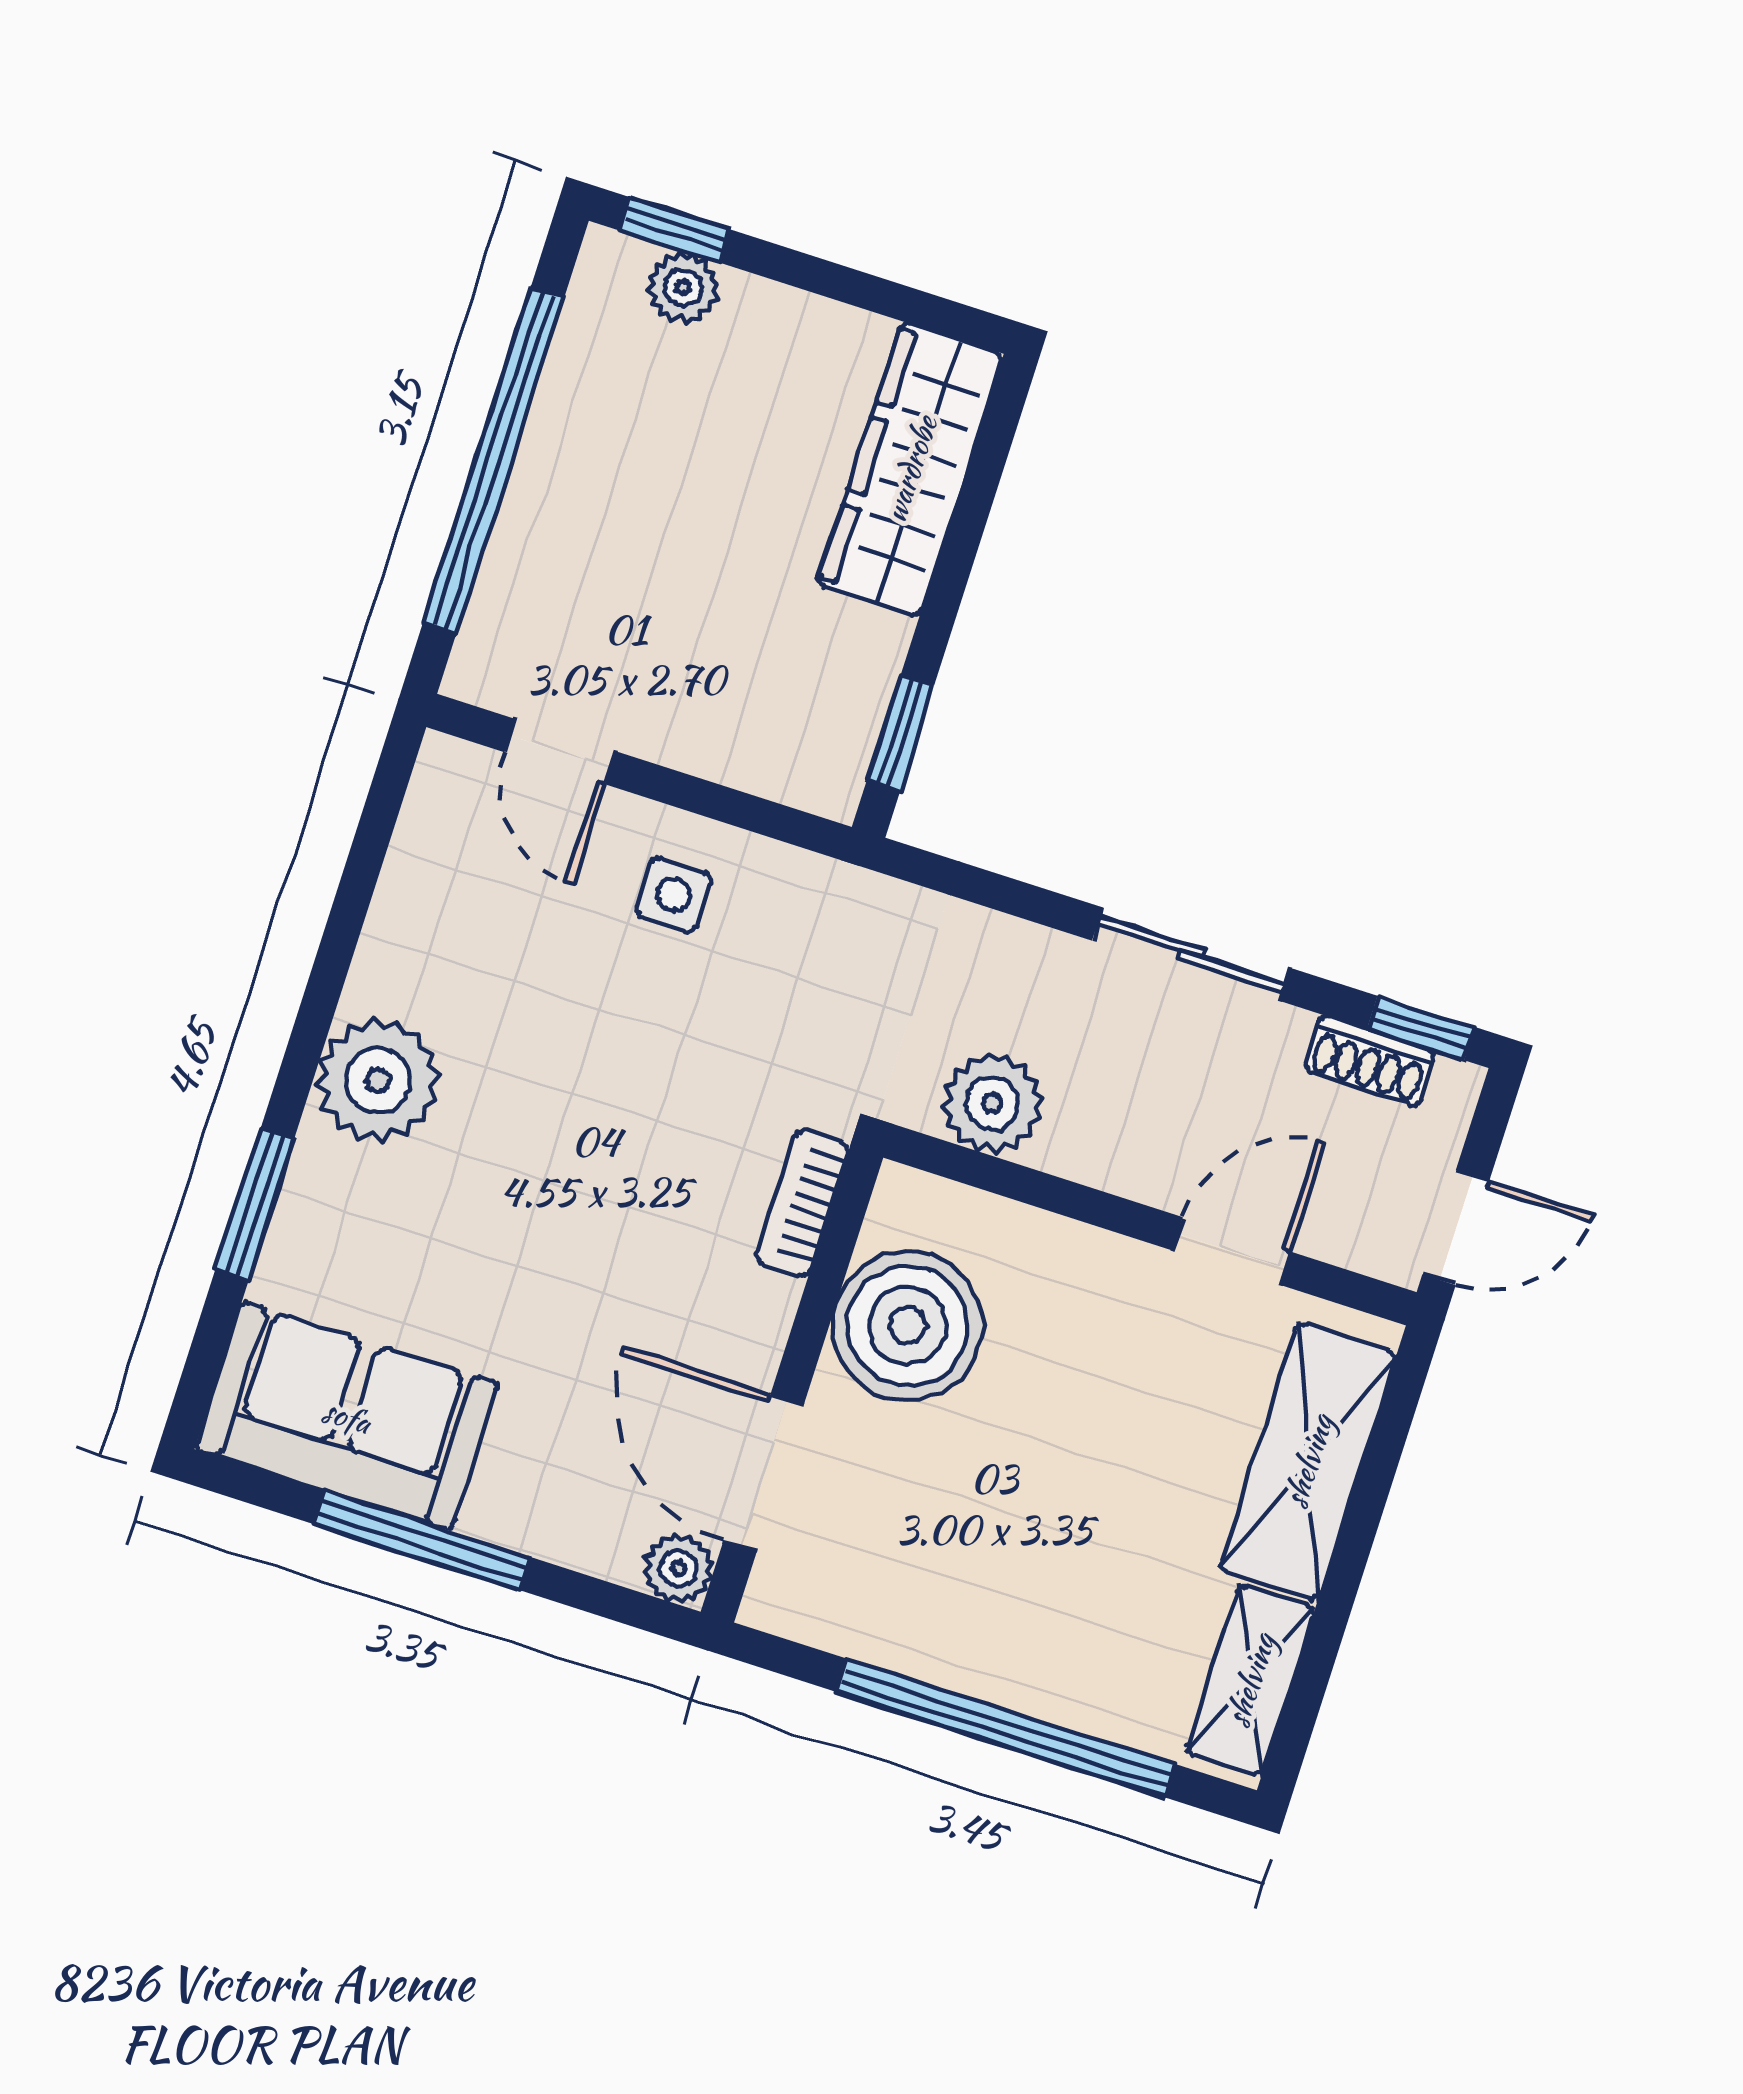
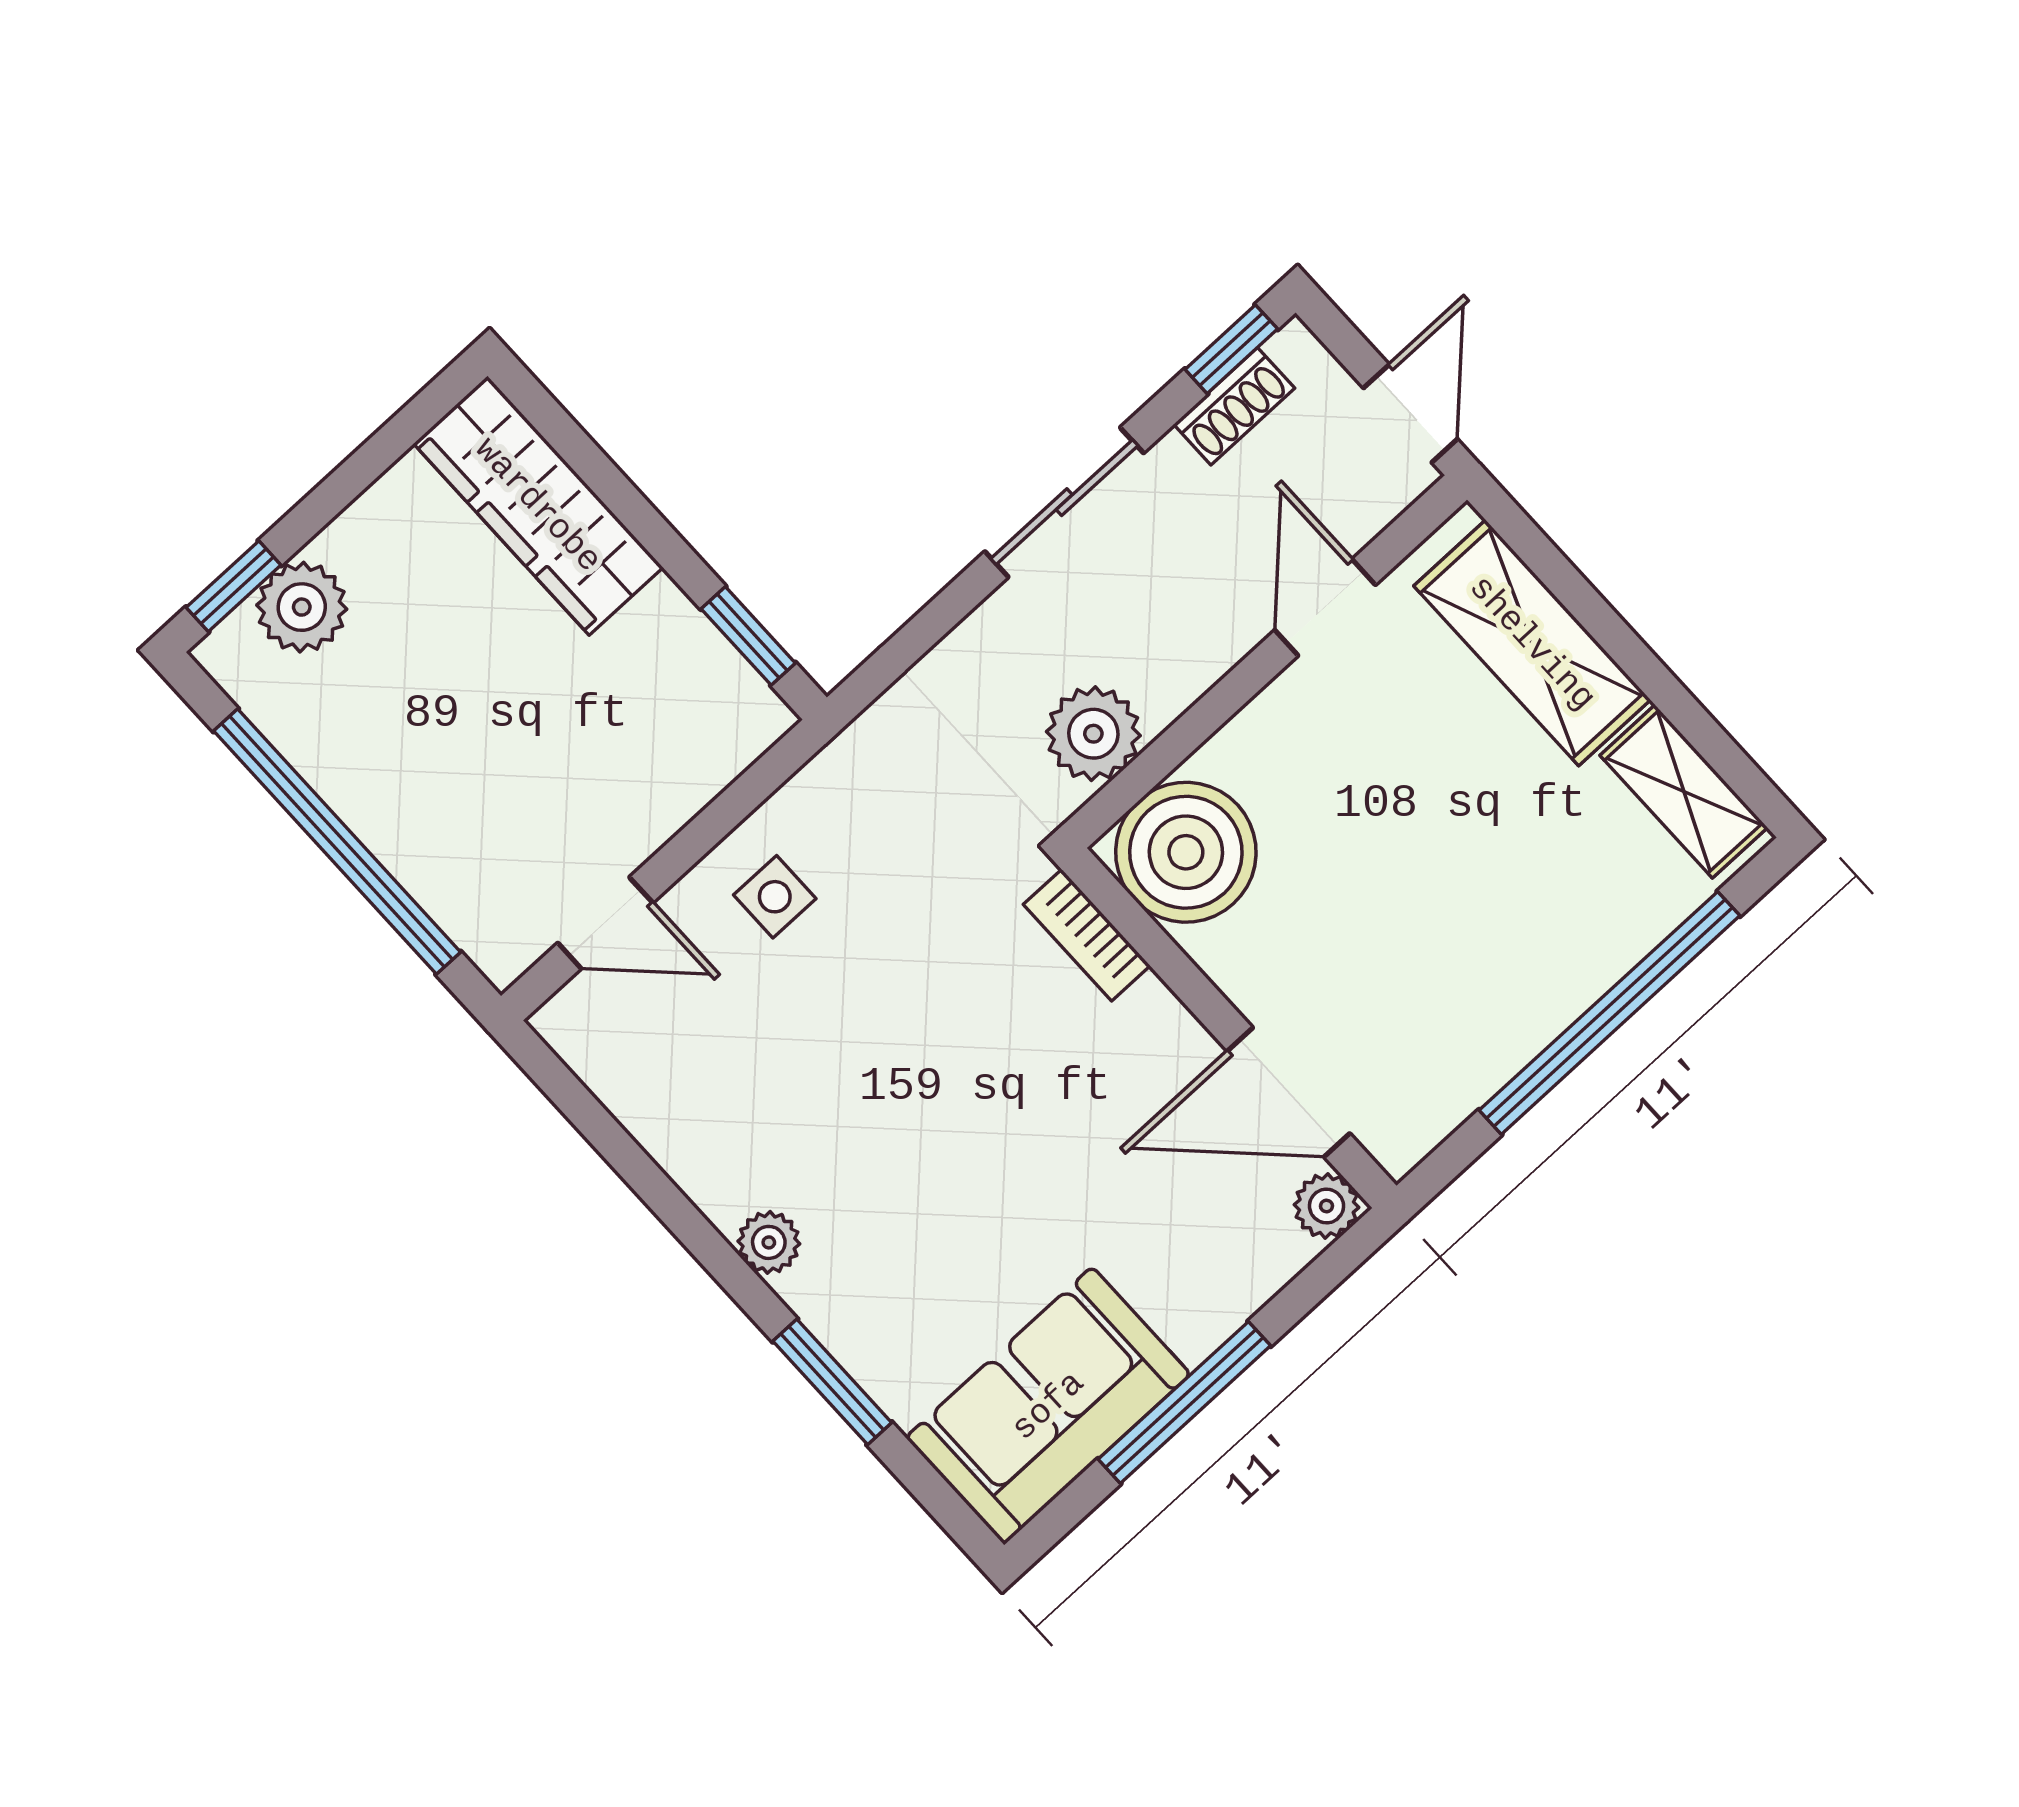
plant: (683, 288) -> (302, 607), width x1.38, depth x1.38
plant: (378, 1080) -> (769, 1242), width x0.53, depth x0.53
boiler: (908, 1325) -> (1186, 852), moved

